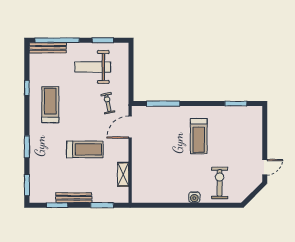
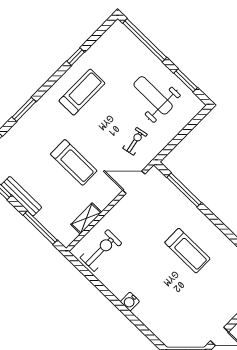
bench: (48, 48) -> (130, 39), removed
treadmill: (199, 136) -> (187, 251), turned -90
exercise bike: (220, 183) -> (101, 250), moved
window: (102, 205) -> (40, 228), width x1.44

